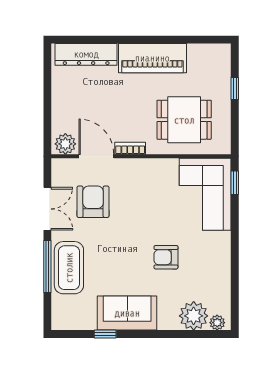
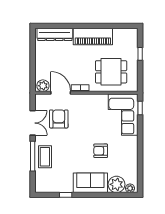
coffee table: (69, 268) -> (45, 157), width x0.73, depth x0.76
sofa: (127, 313) -> (90, 183), moved

